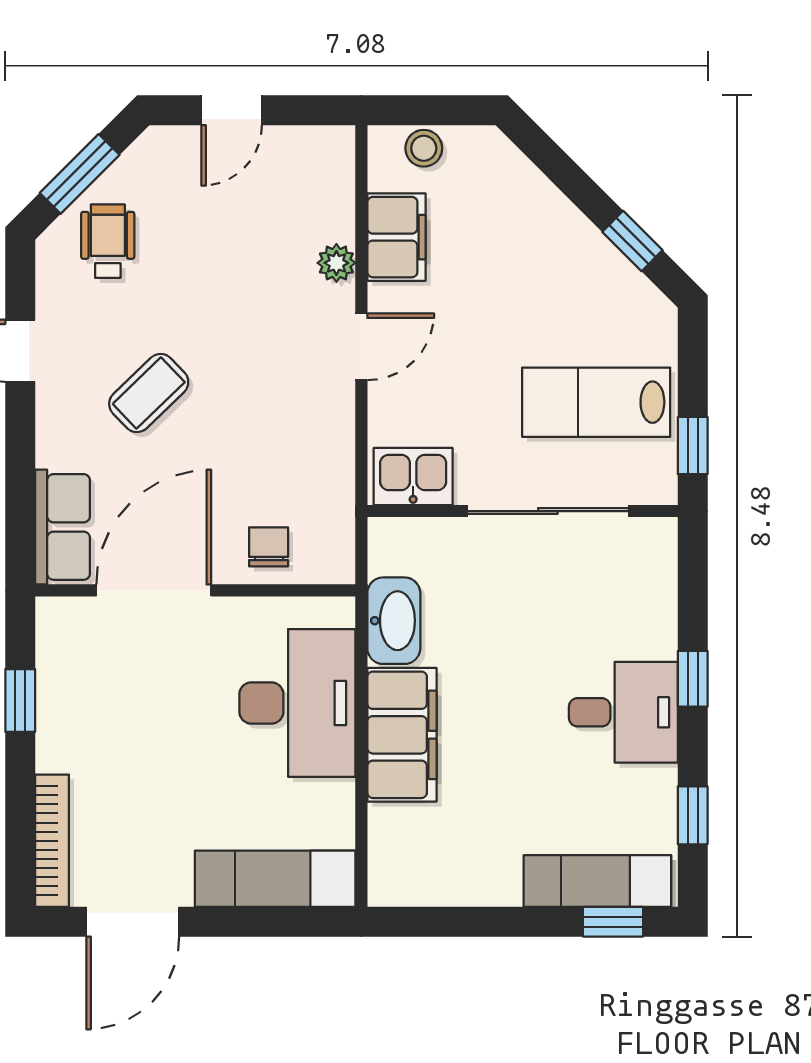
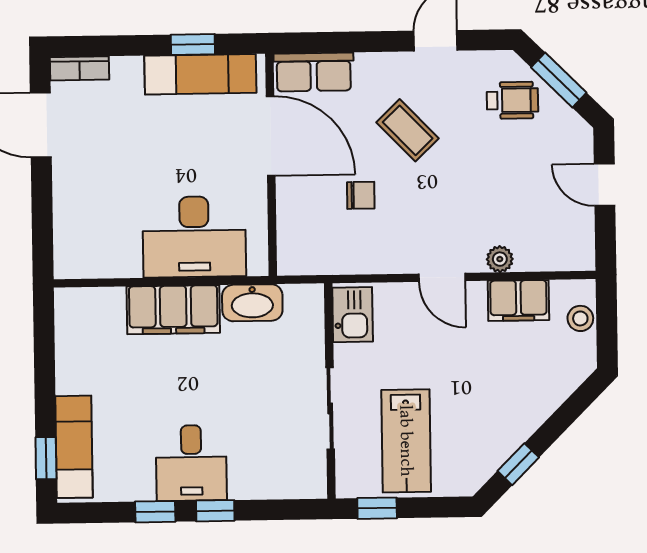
lab bench: (596, 402) -> (406, 441), turned 180
sliding door: (548, 511) -> (330, 408), width x0.73
chair: (269, 547) -> (361, 195), moved
window: (693, 815) -> (155, 512), moved
bookcase: (52, 841) -> (80, 68), width x0.64
exam couch: (275, 879) -> (200, 74), moved, turned 90

